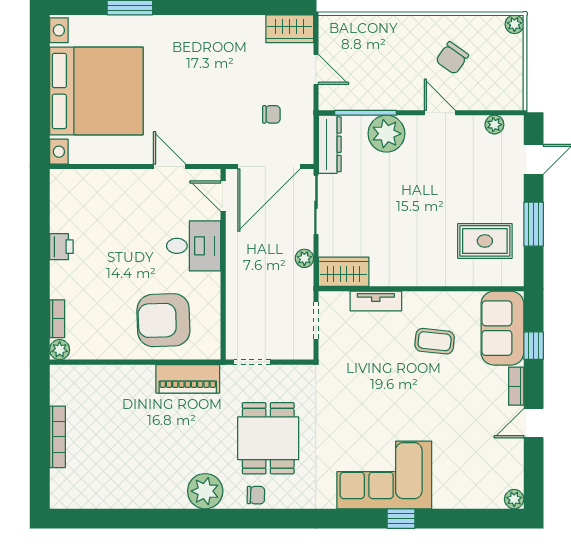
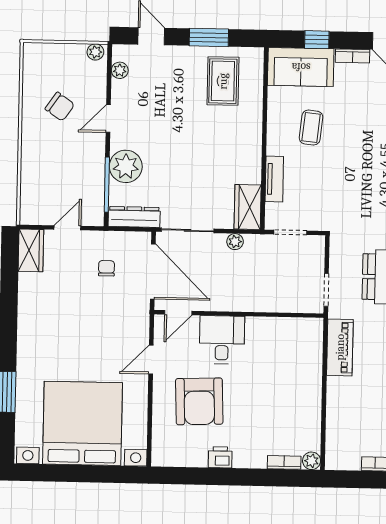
plant: (514, 24) -> (95, 52), moved
armchair: (163, 320) -> (199, 401), moved

